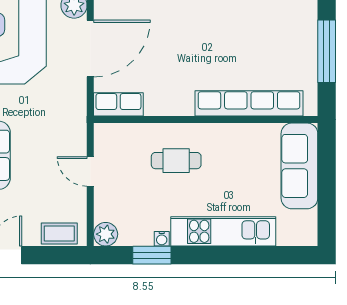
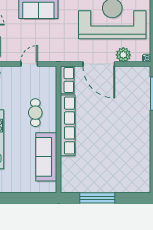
row of seats: (249, 103) -> (68, 125), moved
sofa: (299, 166) -> (46, 157), moved, turned -90

